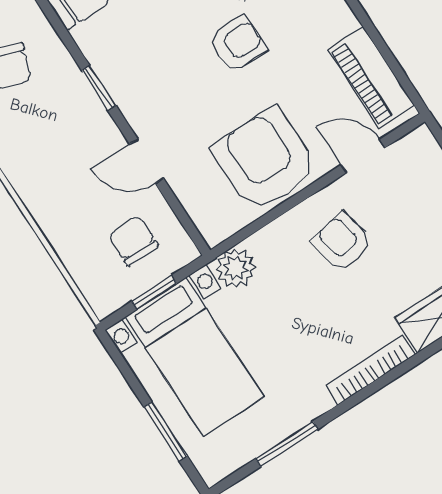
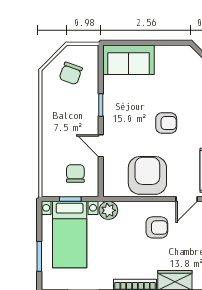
door: (363, 156) -> (187, 199), swing flipped
armchair: (343, 242) -> (157, 227), turned 102

